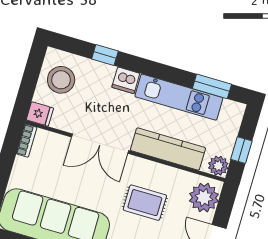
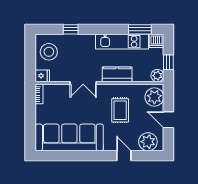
dishwasher: (126, 80) -> (156, 41), moved
double door: (100, 144) -> (83, 83), width x0.73
kitchen counter: (168, 149) -> (117, 74), width x0.67
rug: (145, 203) -> (120, 110), turned 90

